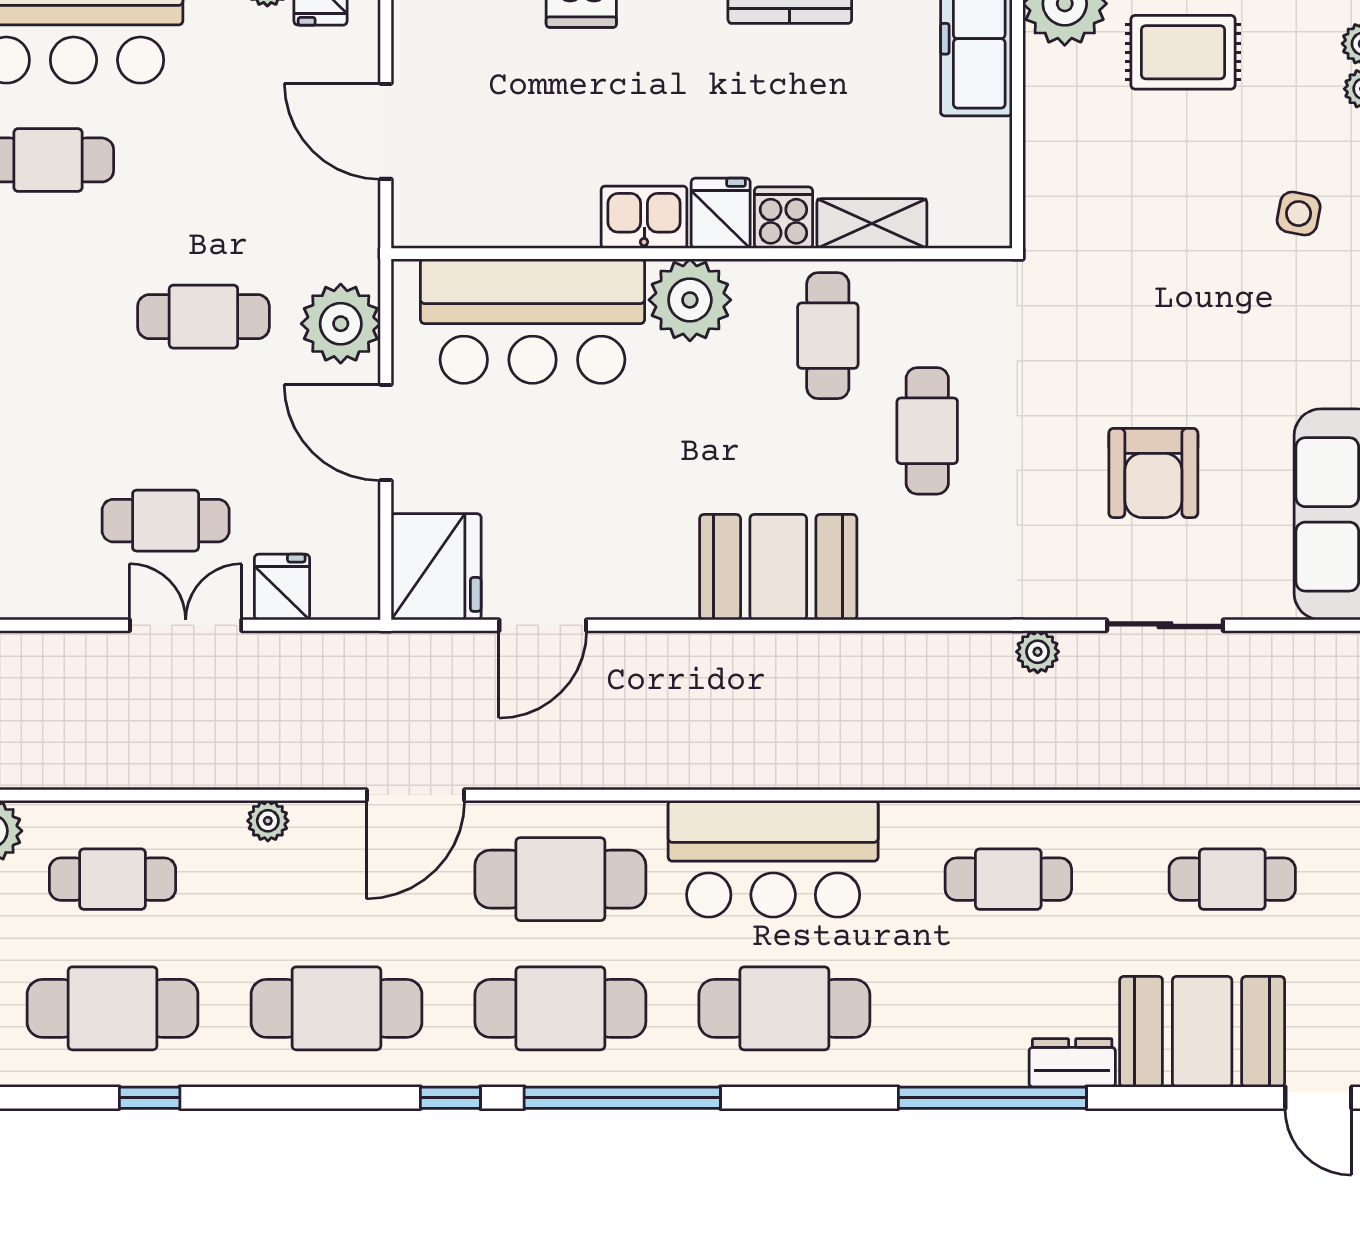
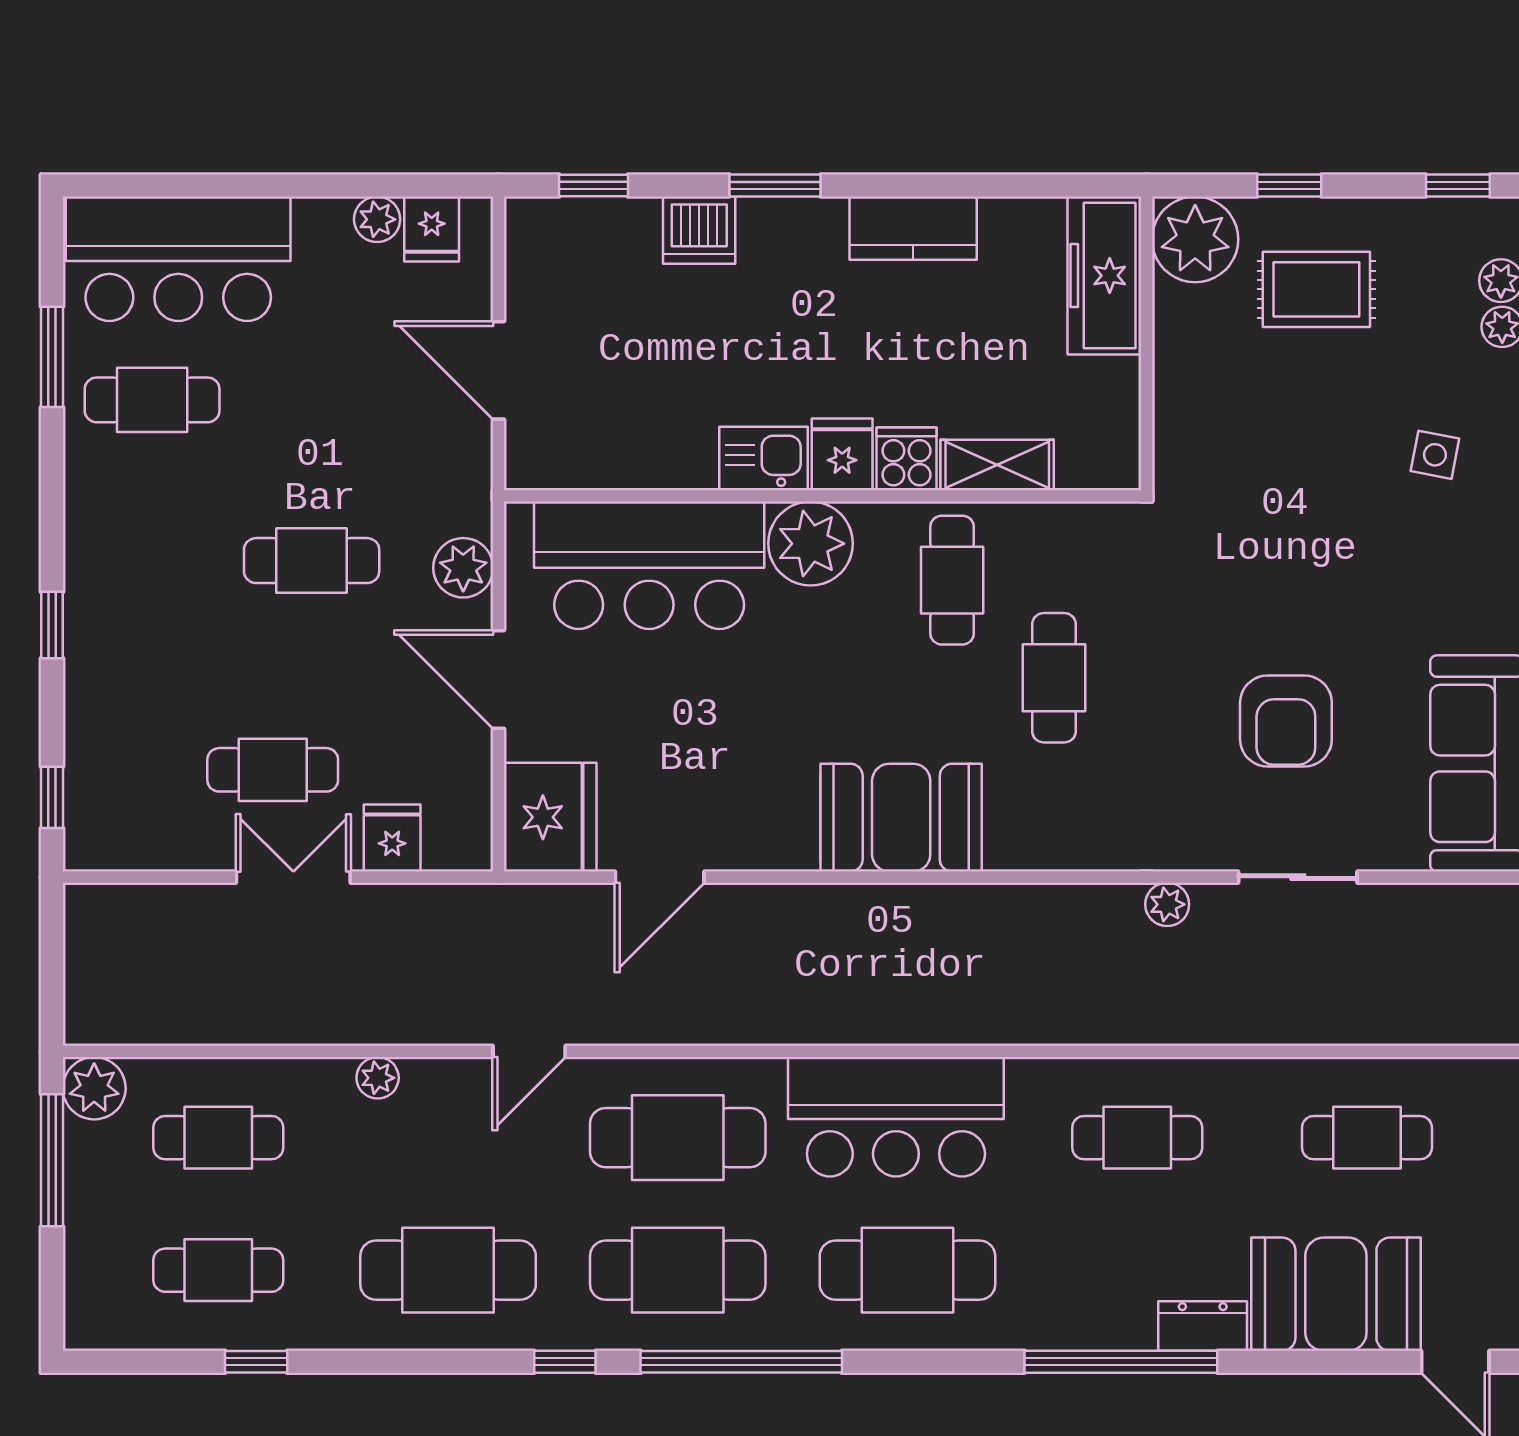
plant: (341, 324) -> (463, 568), width x0.73, depth x0.73
door: (416, 795) -> (529, 1051), width x0.73
cafe table: (113, 1008) -> (218, 1270), width x0.73, depth x0.74

